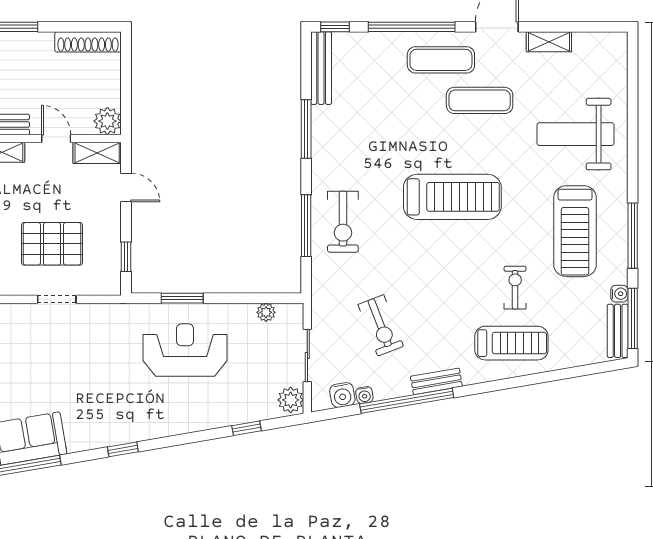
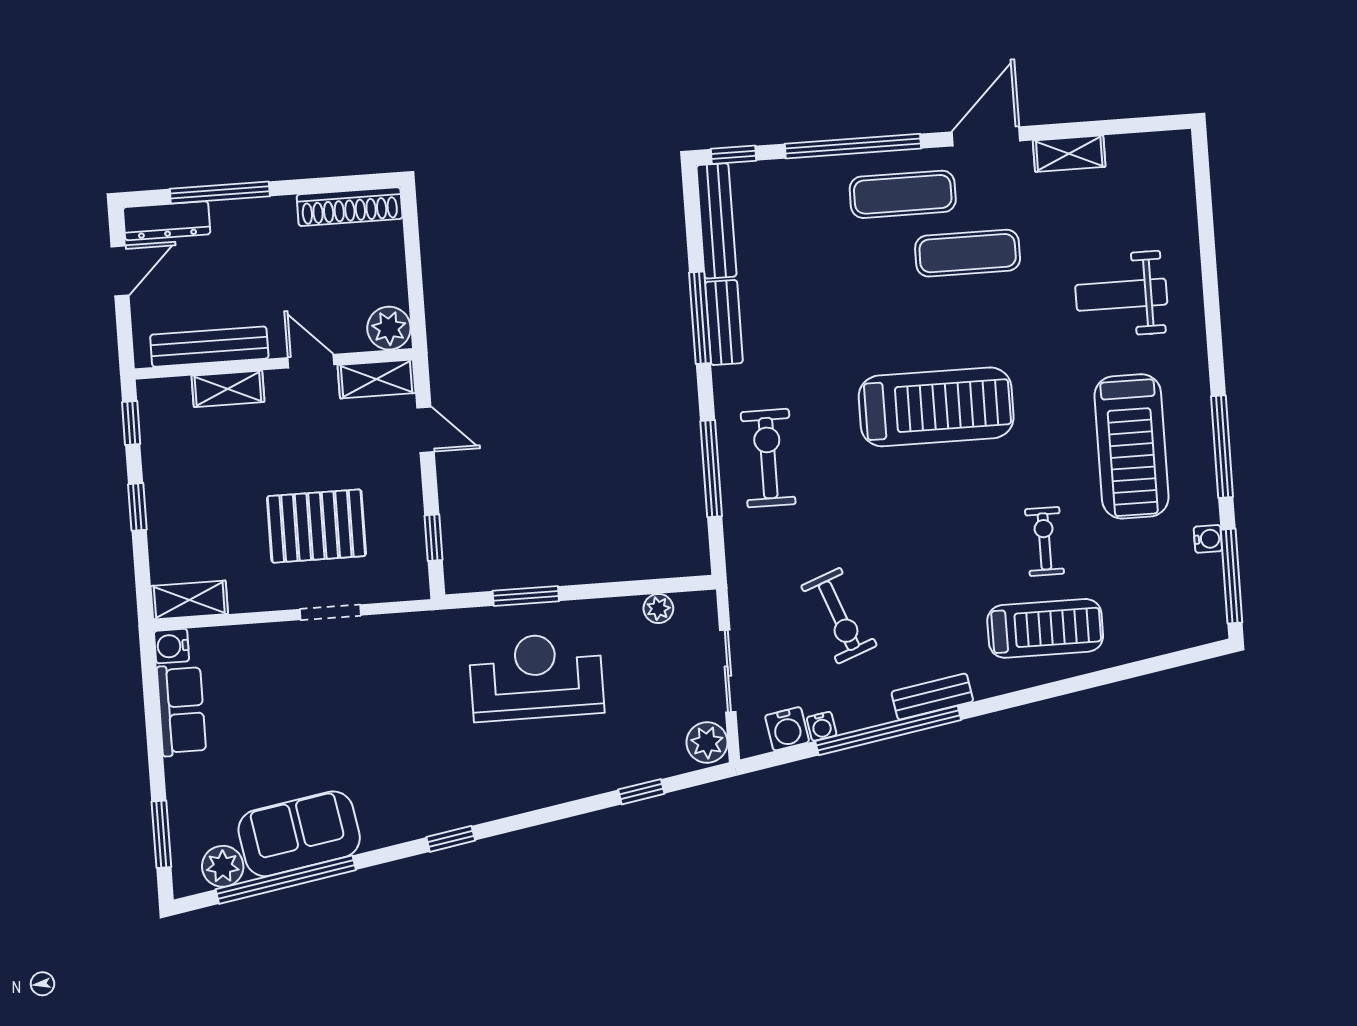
weight bench: (576, 134) -> (1121, 295), width x0.73, depth x0.75
exercise bike: (343, 222) -> (768, 458), turned 180
bench: (618, 331) -> (724, 322), moved

